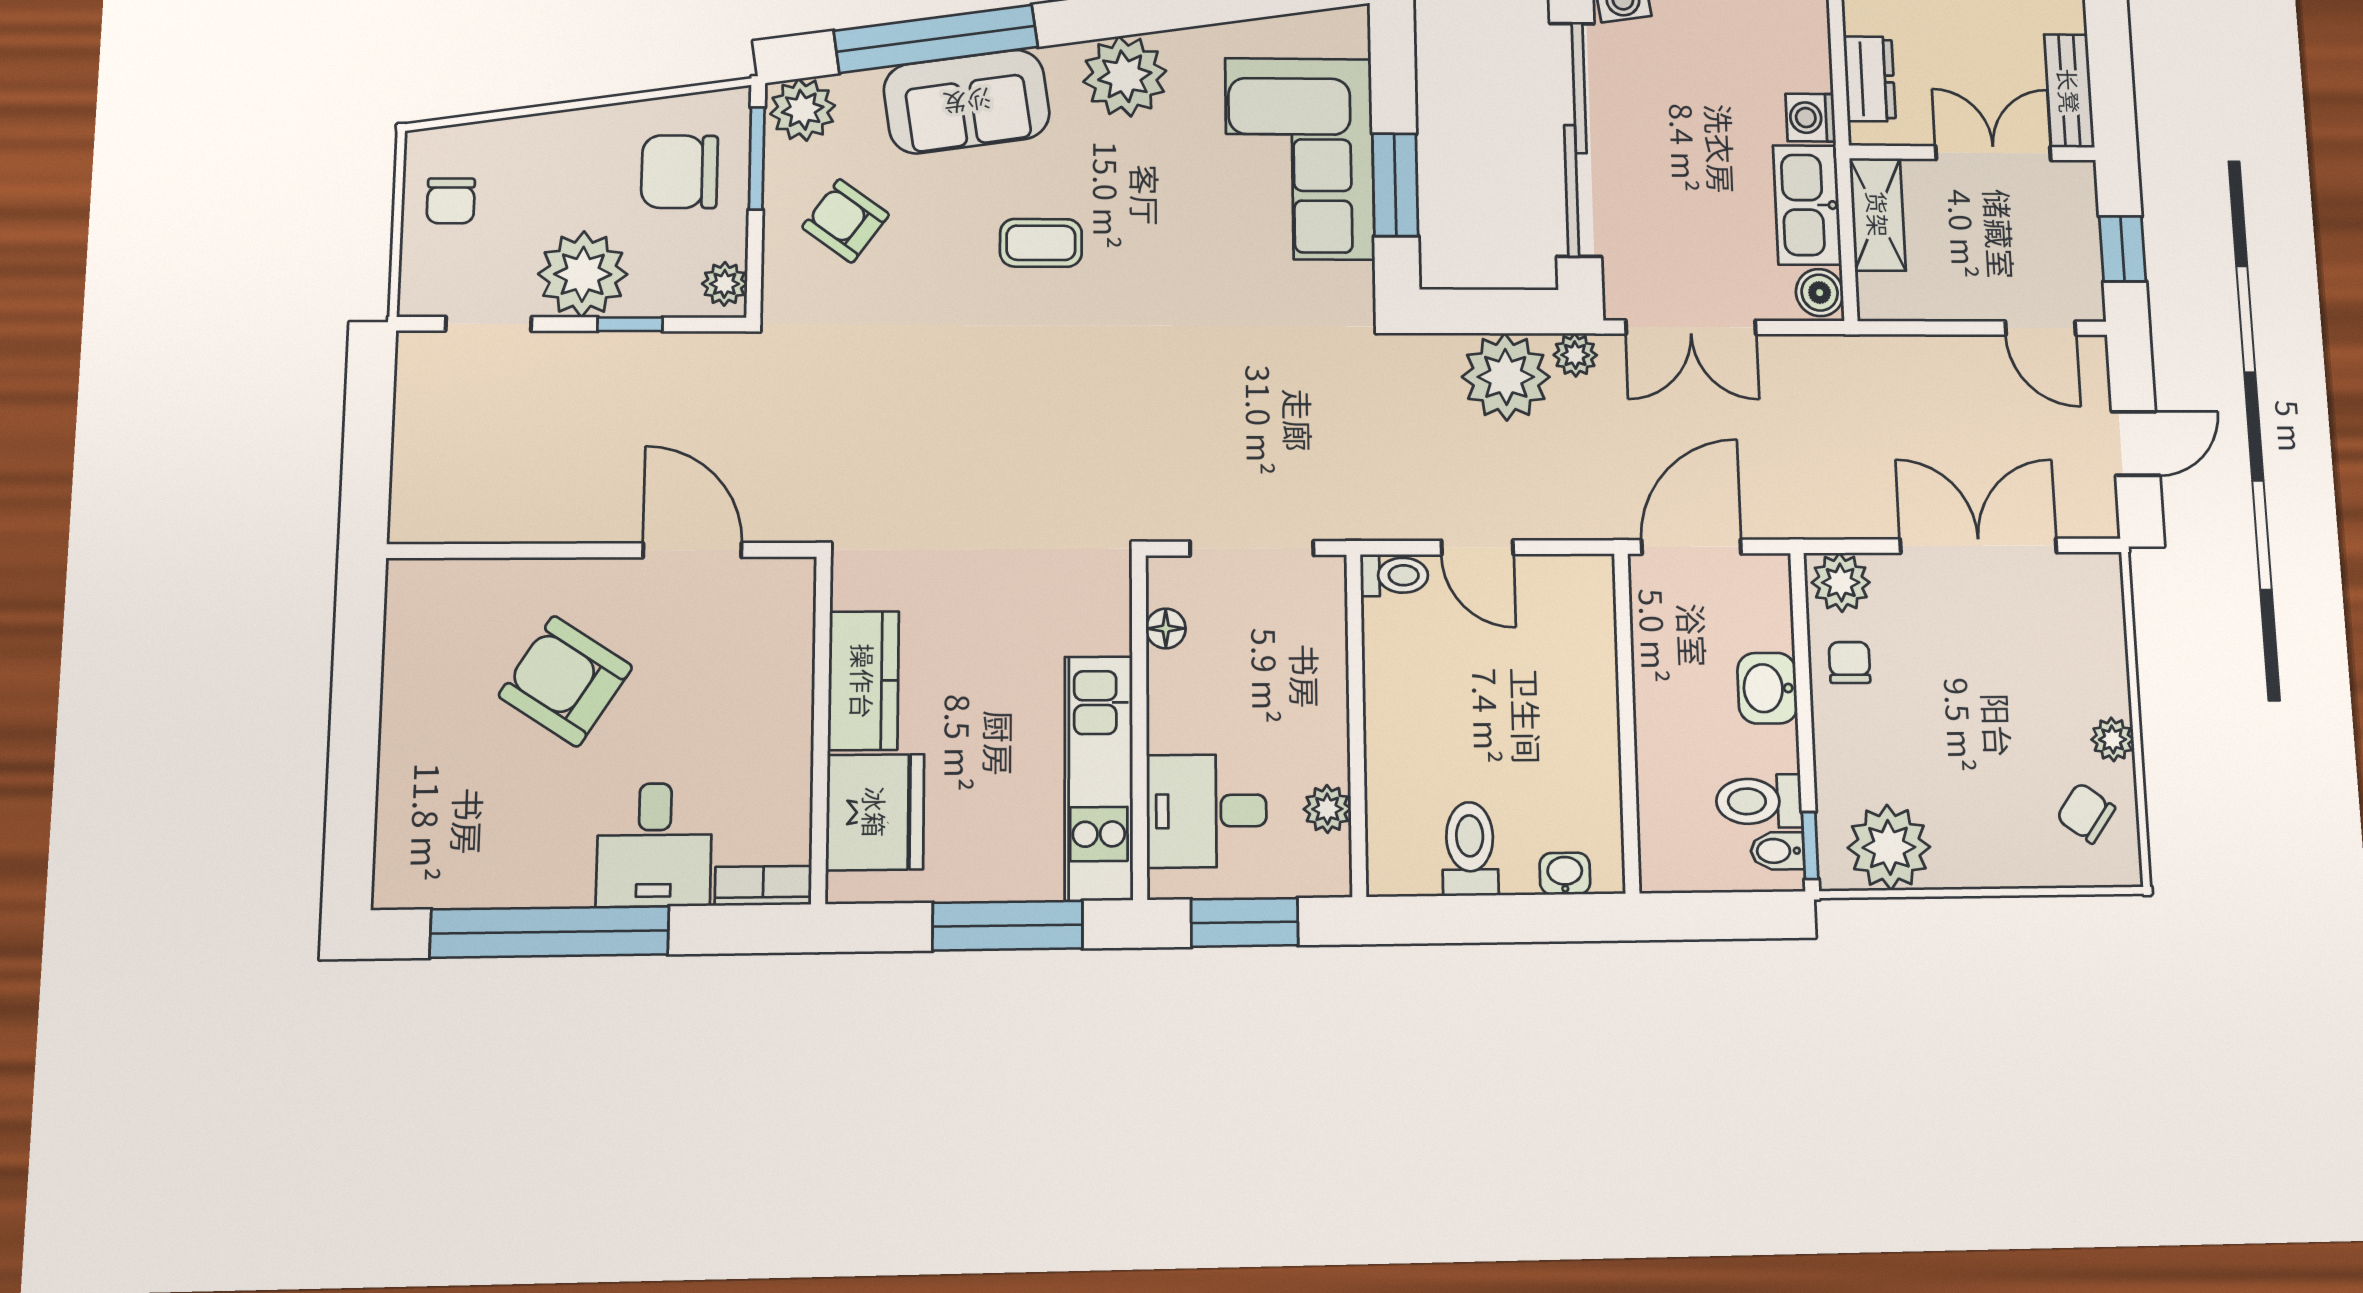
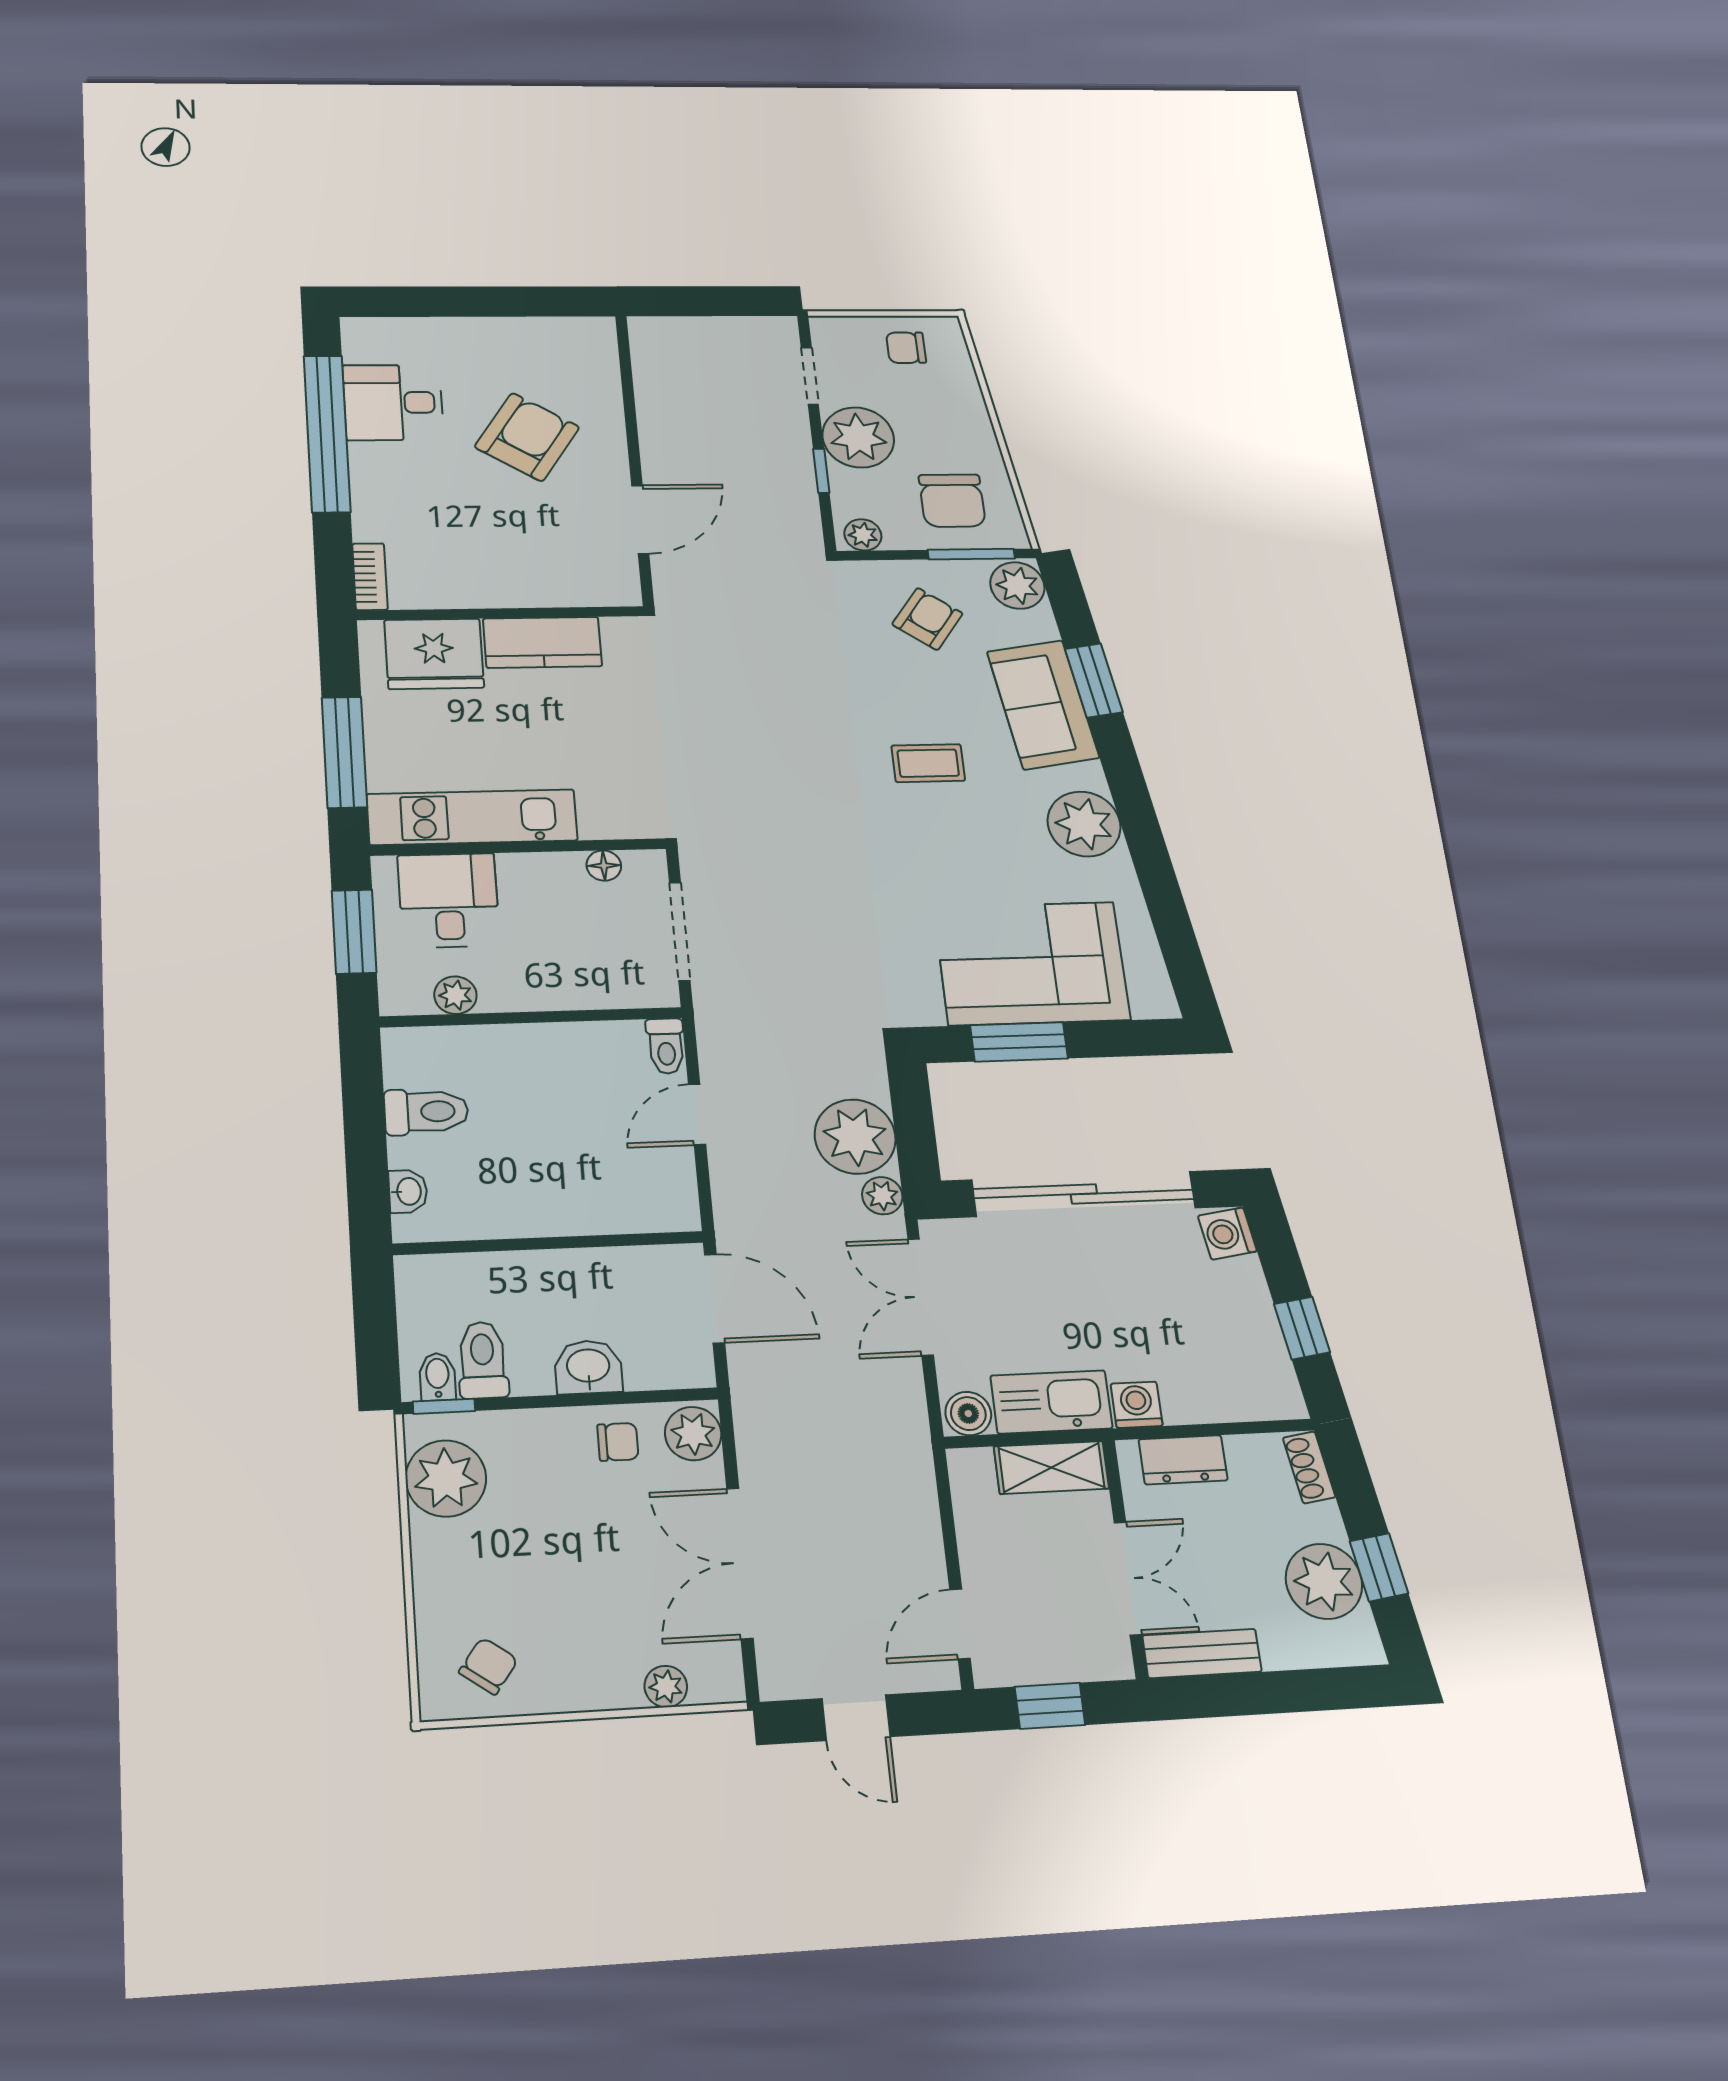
window: (936, 39) -> (1094, 681), width x0.47
chair: (680, 172) -> (952, 501), turned 180
coffee table: (1041, 243) -> (928, 763), turned 90
double door: (1978, 546) -> (740, 1563), swing flipped
plant: (2113, 739) -> (666, 1687), moved
desk: (654, 845) -> (393, 403), moved

